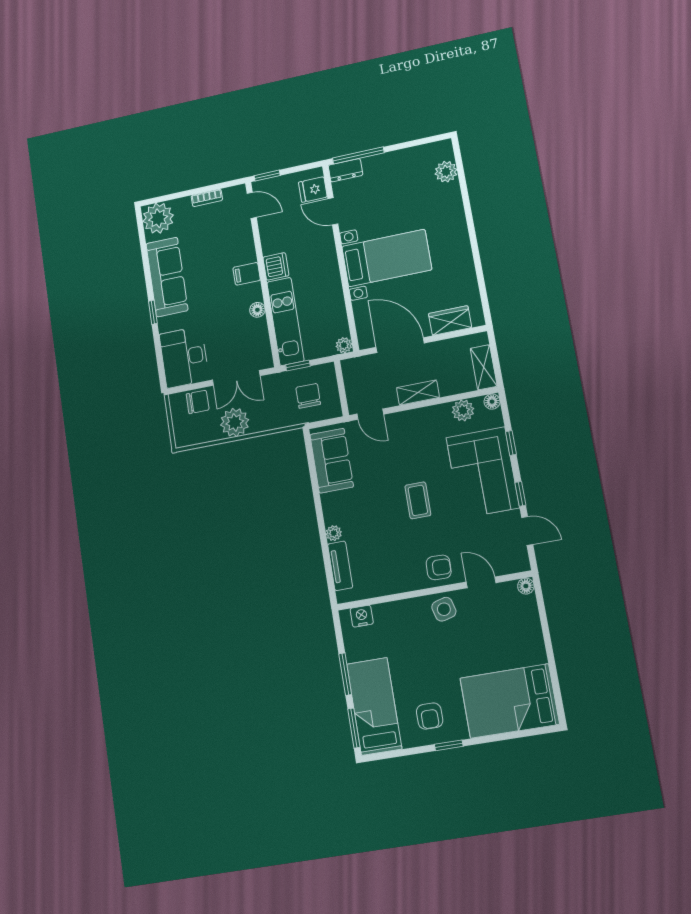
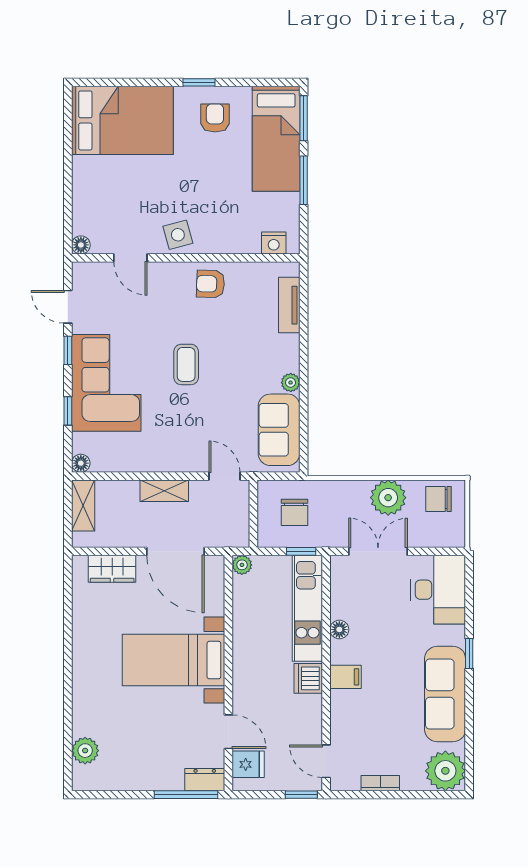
chair: (198, 402) -> (439, 499), moved
plant: (463, 410) -> (116, 459), removed
plant: (334, 533) -> (291, 383), moved
armchair: (439, 567) -> (210, 284), moved

